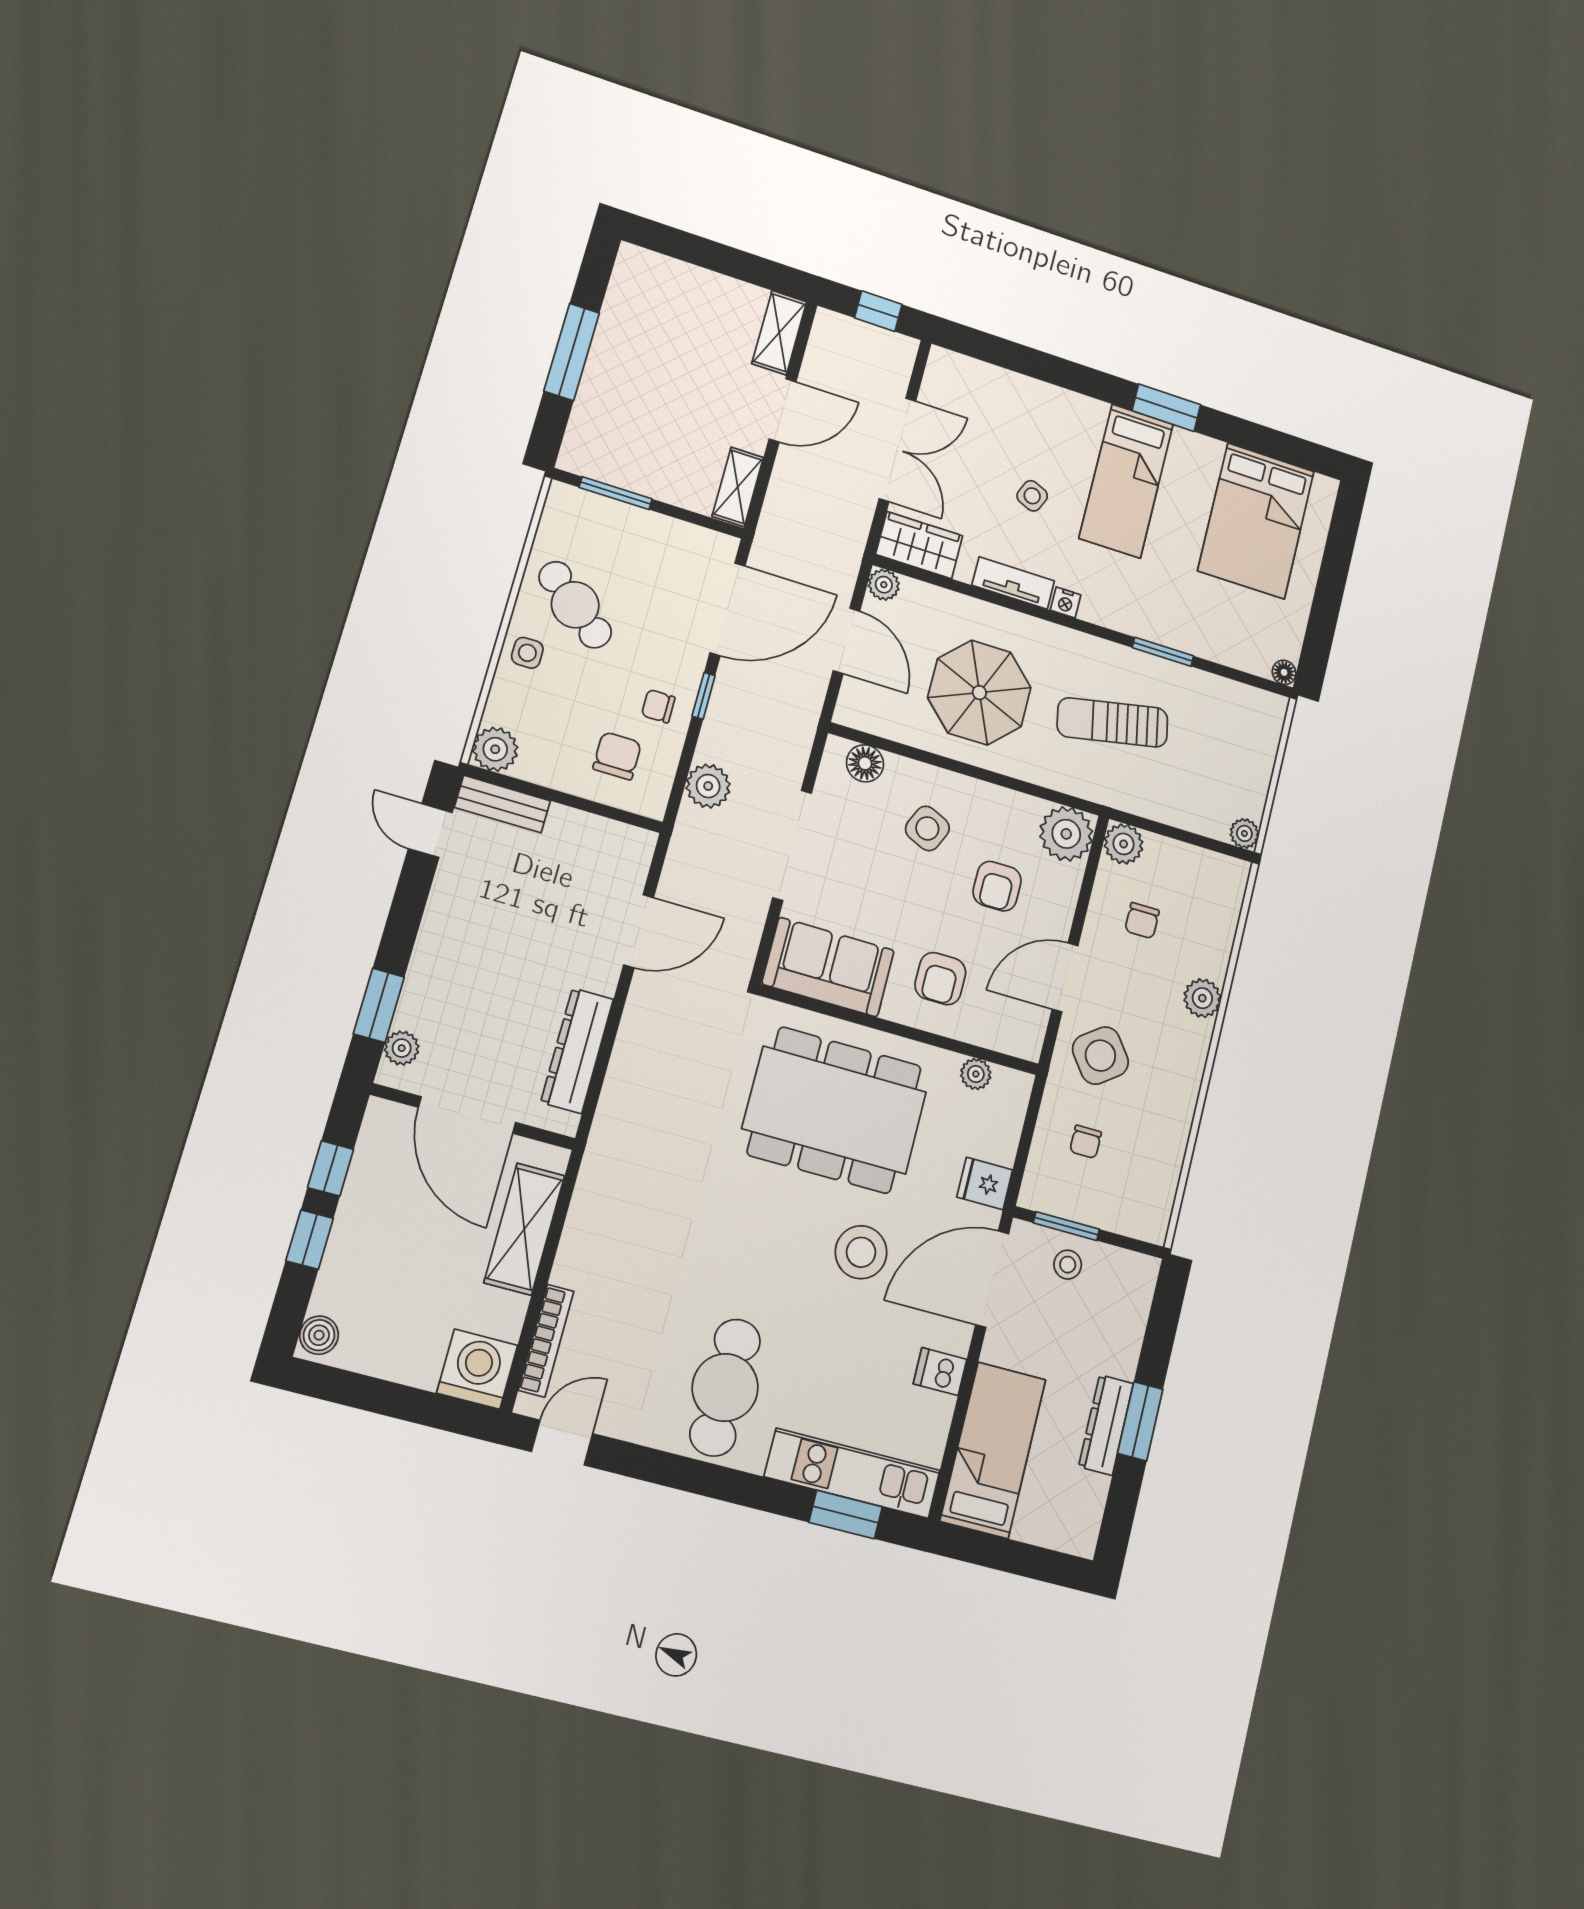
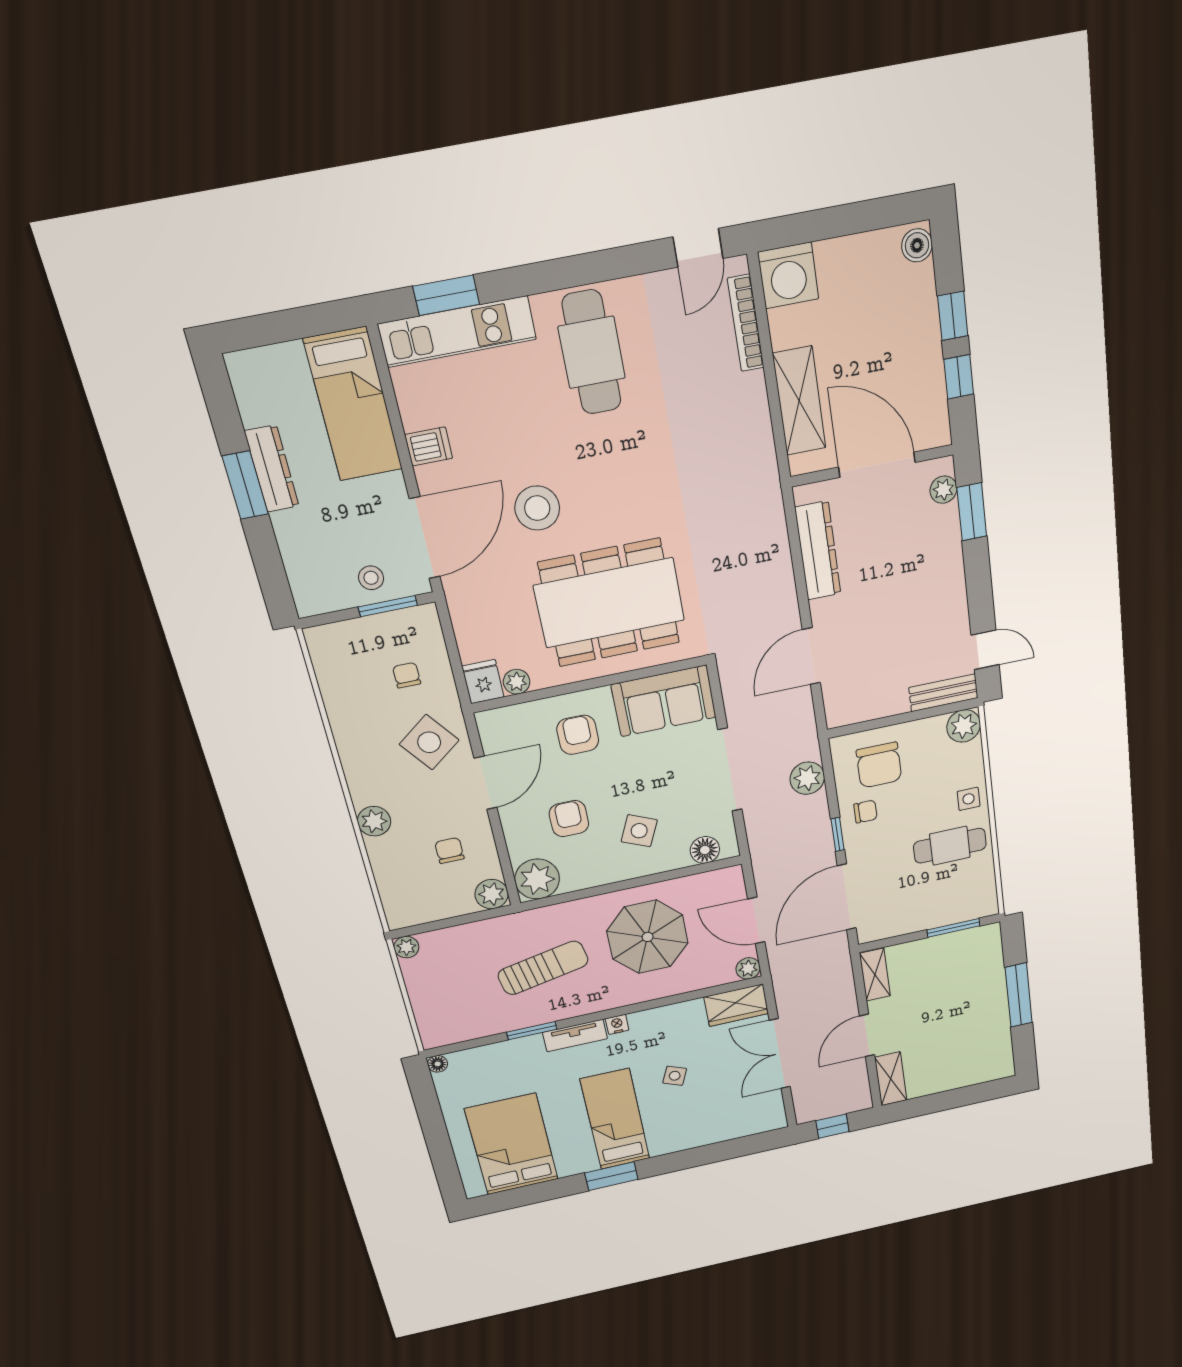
tv unit: (1013, 583) -> (575, 1035), moved
cafe table: (575, 605) -> (950, 846), turned -39
chair: (617, 756) -> (879, 765), width x1.37, depth x1.37
fridge: (985, 1184) -> (483, 682), moved, turned -90

